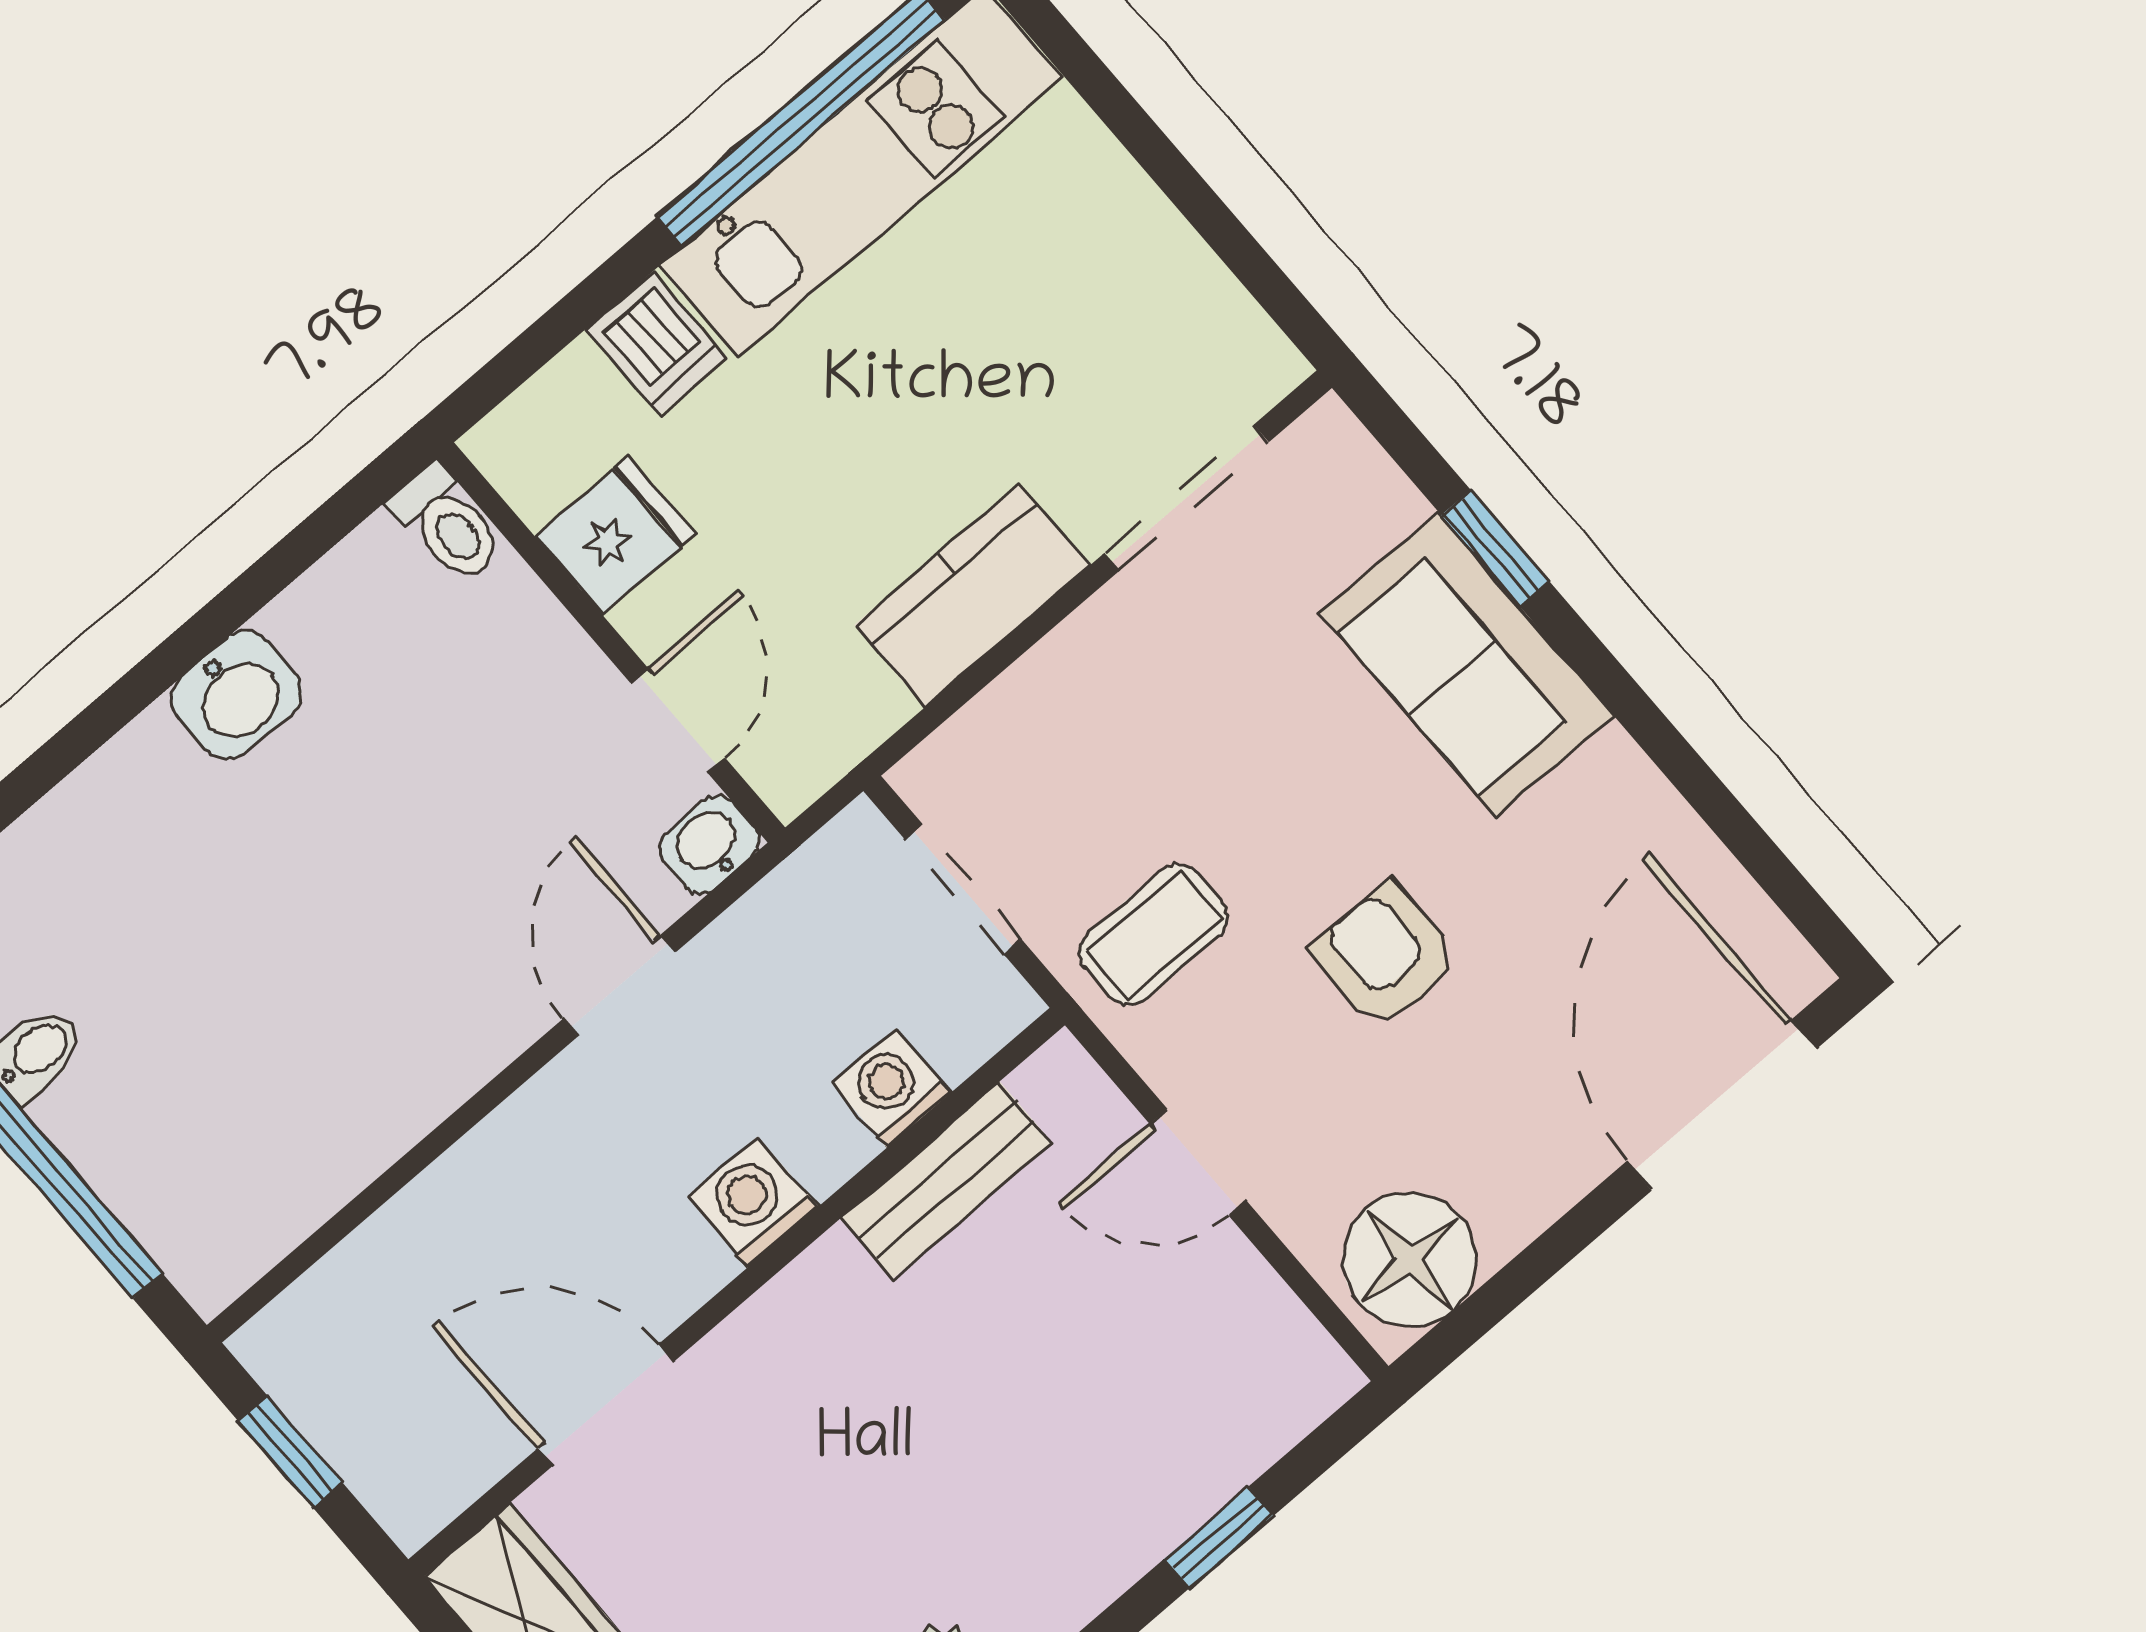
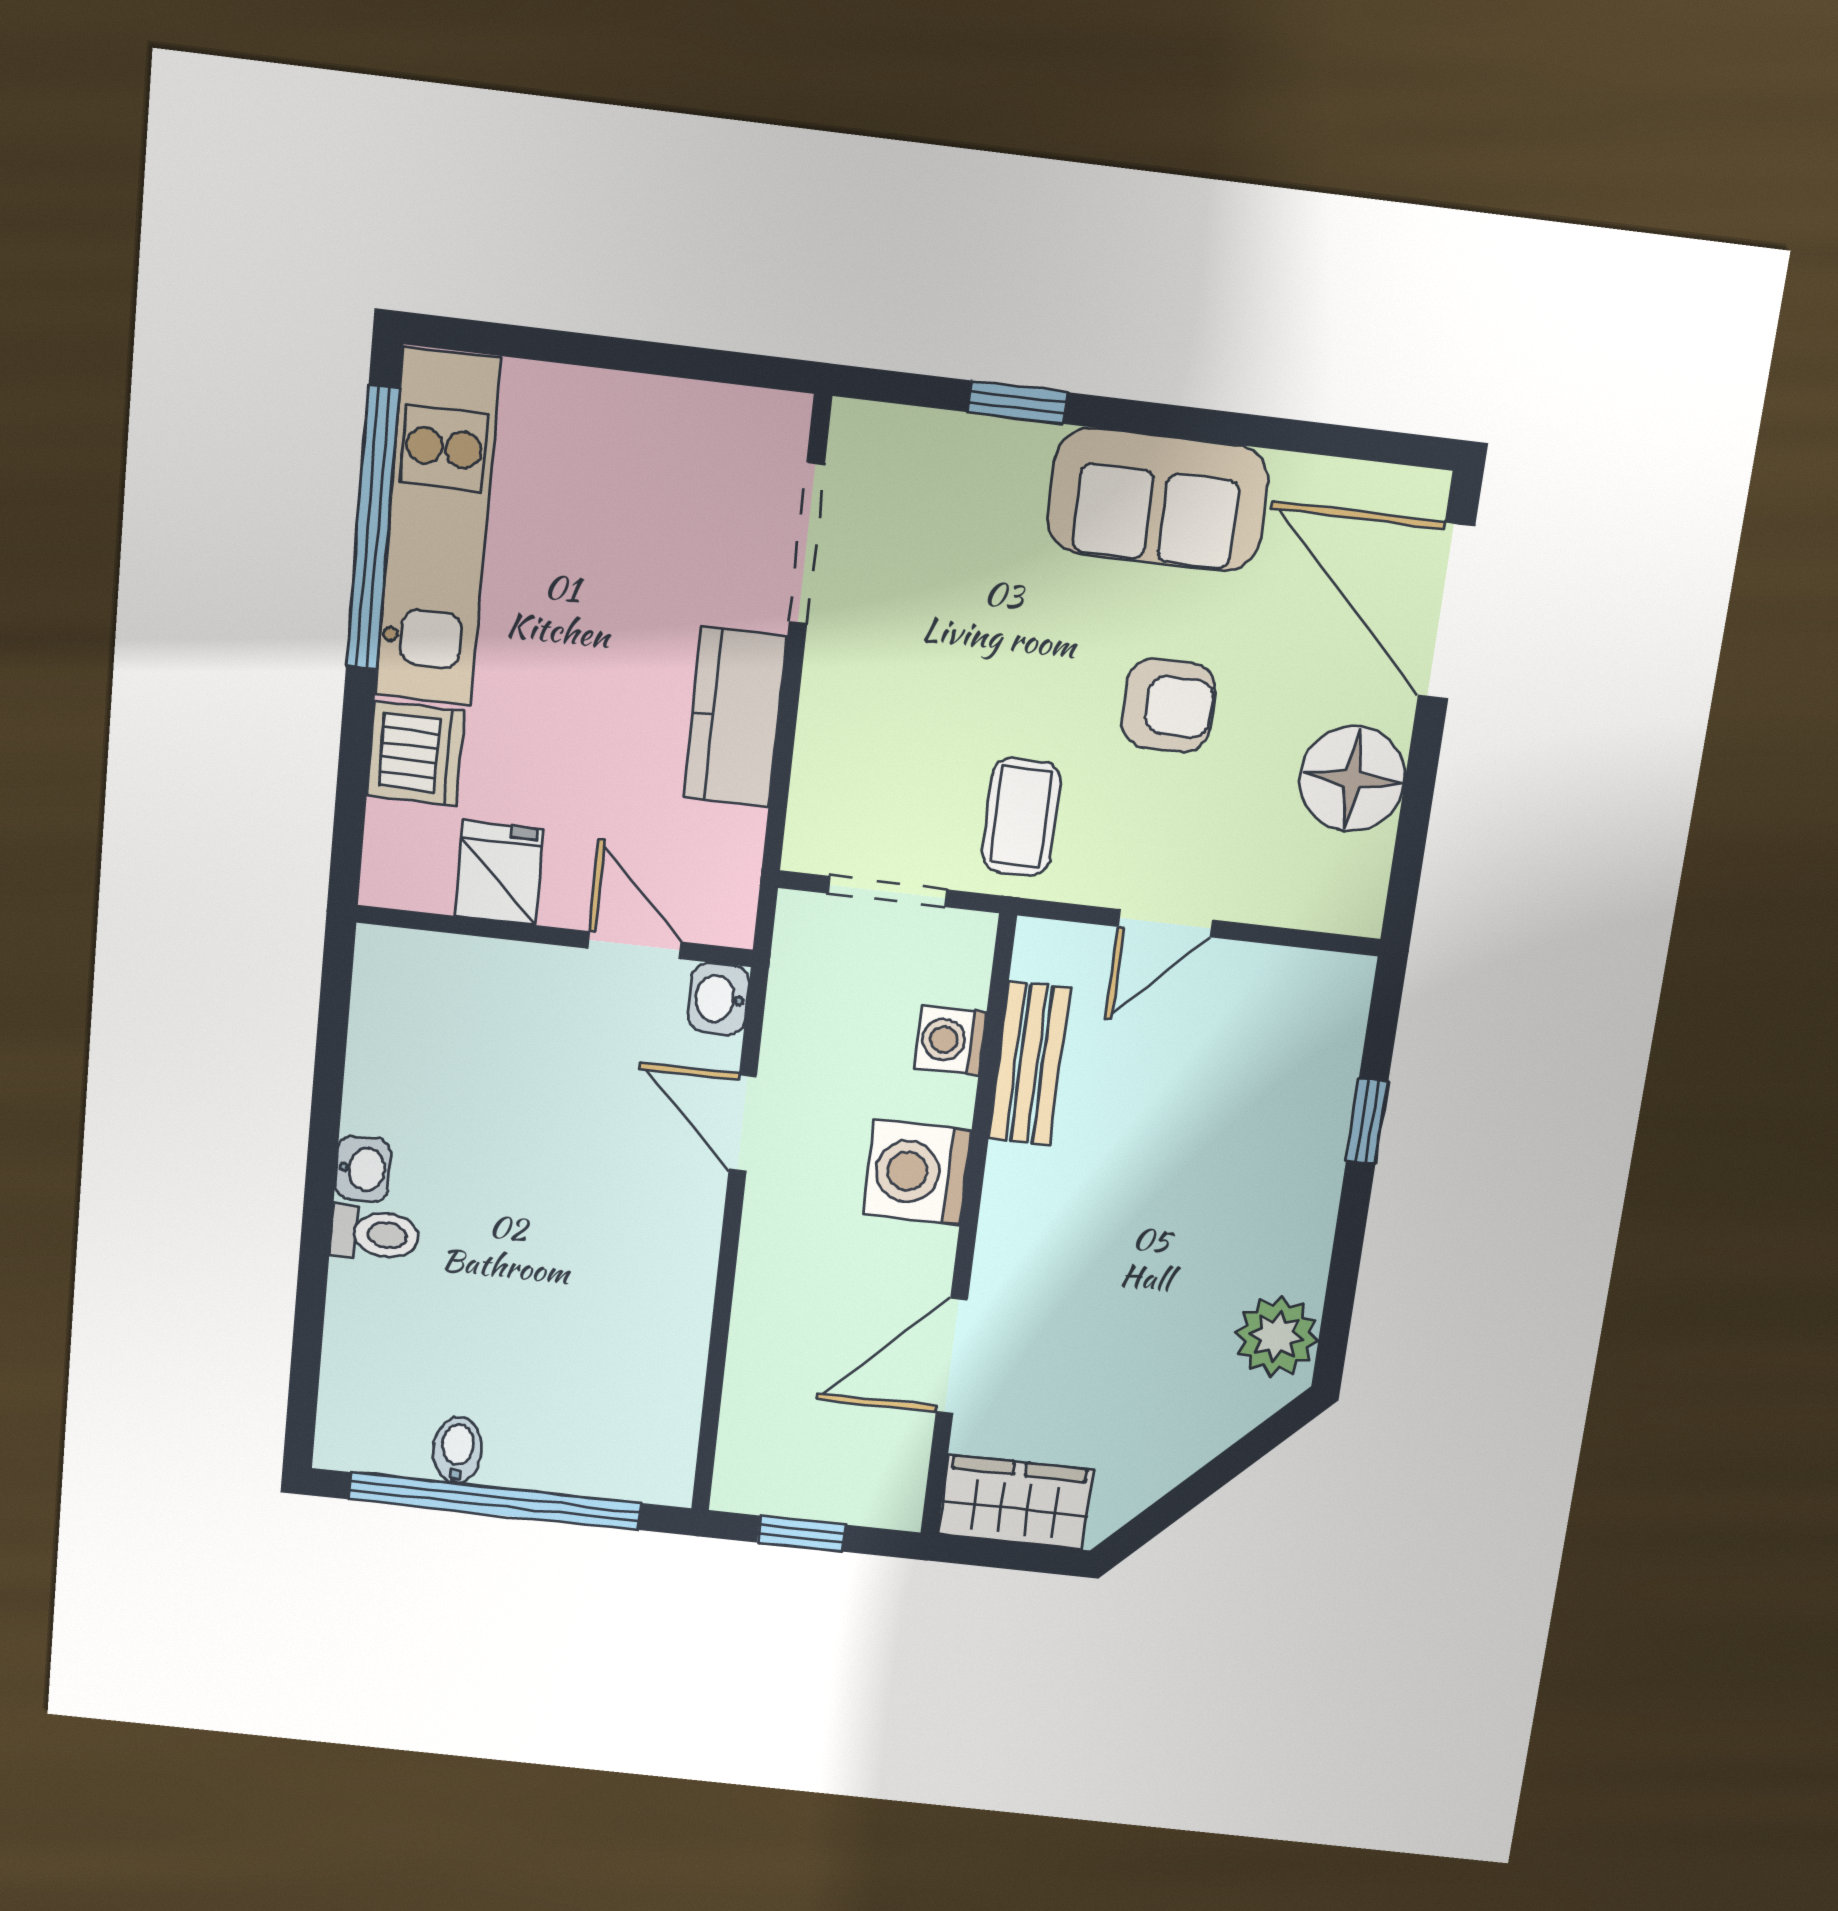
dishwasher: (657, 343) -> (415, 753), width x1.38
toilet: (447, 524) -> (375, 1234), moved
sofa: (1467, 664) -> (1158, 500), moved
washbasin: (236, 695) -> (363, 1169), width x0.72, depth x0.69
armchair: (1385, 956) -> (1168, 706), turned 180
washing machine: (753, 1202) -> (917, 1172), width x1.38, depth x1.38
floor lamp: (1410, 1260) -> (1352, 779), moved

